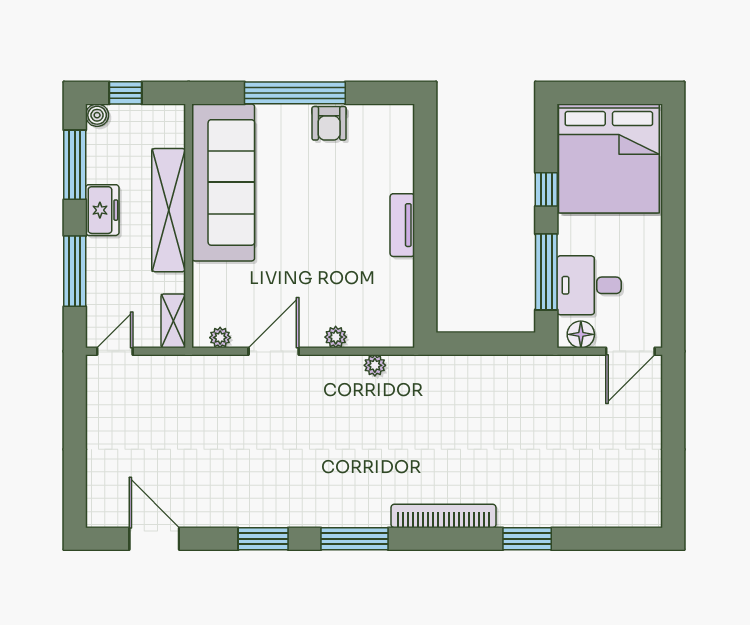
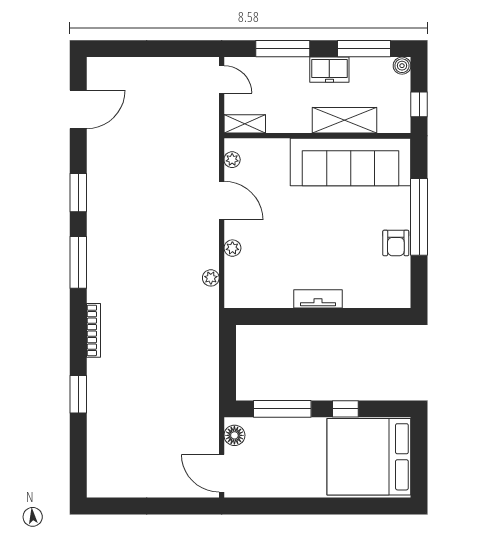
window: (125, 93) -> (419, 104), moved
armchair: (329, 123) -> (396, 243), turned -90
shelving: (169, 210) -> (344, 120), width x0.68
desk: (589, 285) -> (272, 442), removed
bookcase: (444, 516) -> (94, 330), width x0.68, depth x0.76

